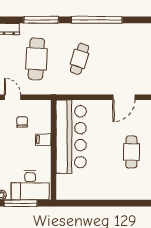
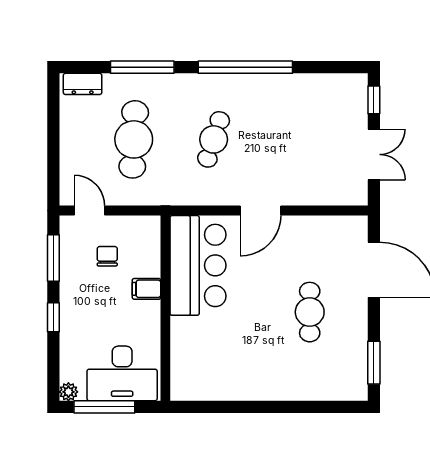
door: (124, 97) -> (260, 211), moved
bar counter: (71, 137) -> (198, 265), width x0.73

